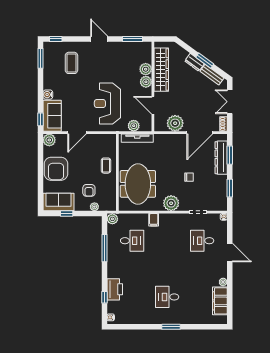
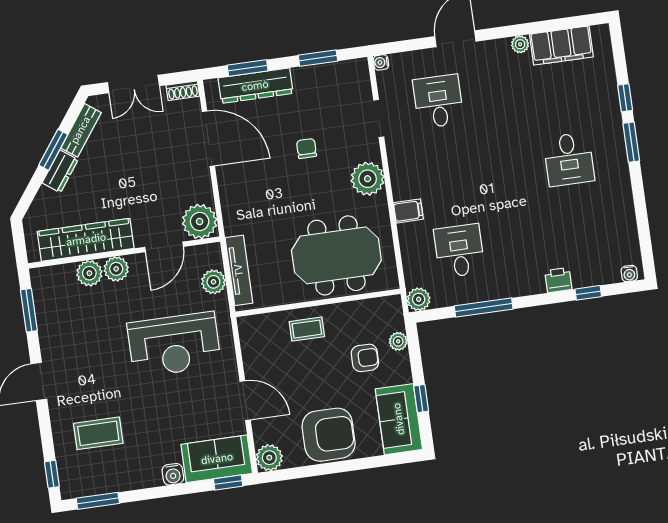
plant: (175, 123) -> (200, 222), moved
desk: (202, 241) -> (438, 101), turned 180
printer: (115, 289) -> (558, 280), width x0.53, depth x0.68
window: (192, 327) -> (625, 98), added

